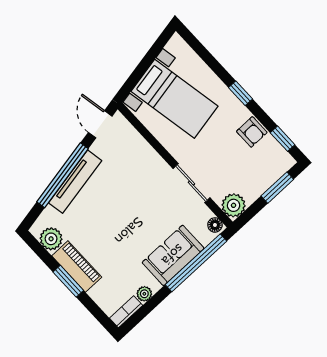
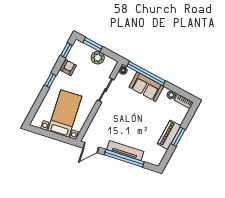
plant: (234, 205) -> (98, 58), moved
plant: (51, 239) -> (159, 153), removed

